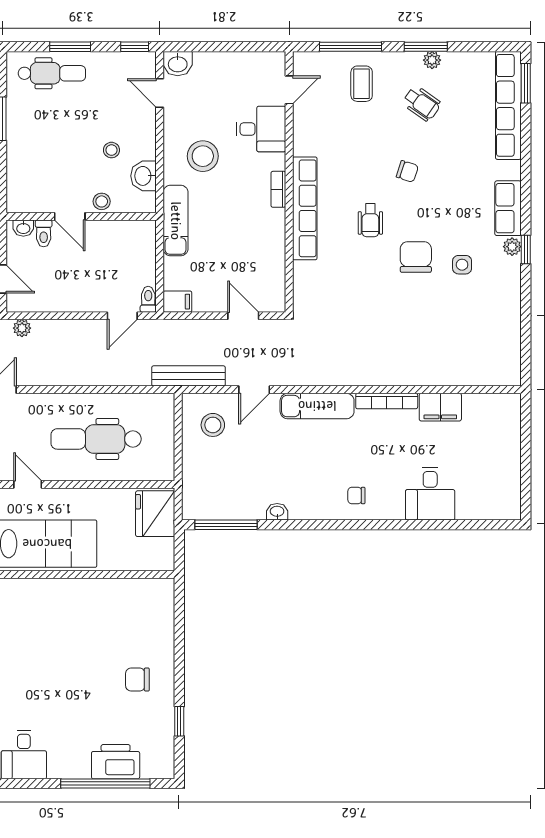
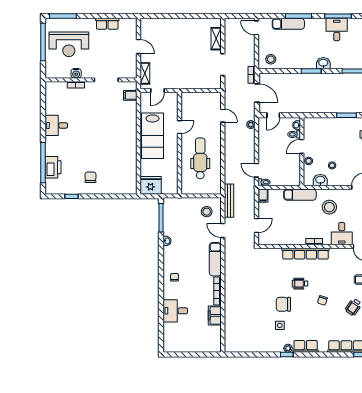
chair: (416, 257) -> (283, 304), turned 180
fridge: (155, 514) -> (151, 185), moved

